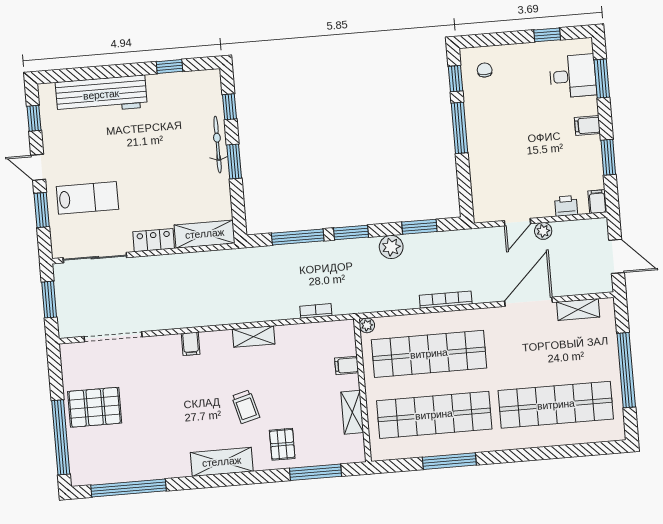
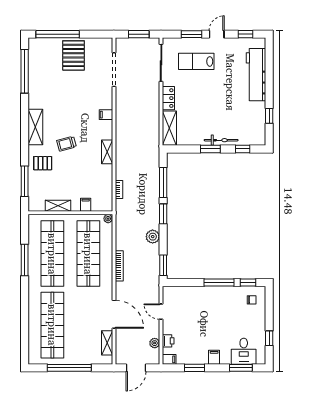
lab bench: (87, 198) -> (196, 61), turned 90
window: (419, 227) -> (163, 265), moved
plant: (543, 231) -> (155, 343), moved

